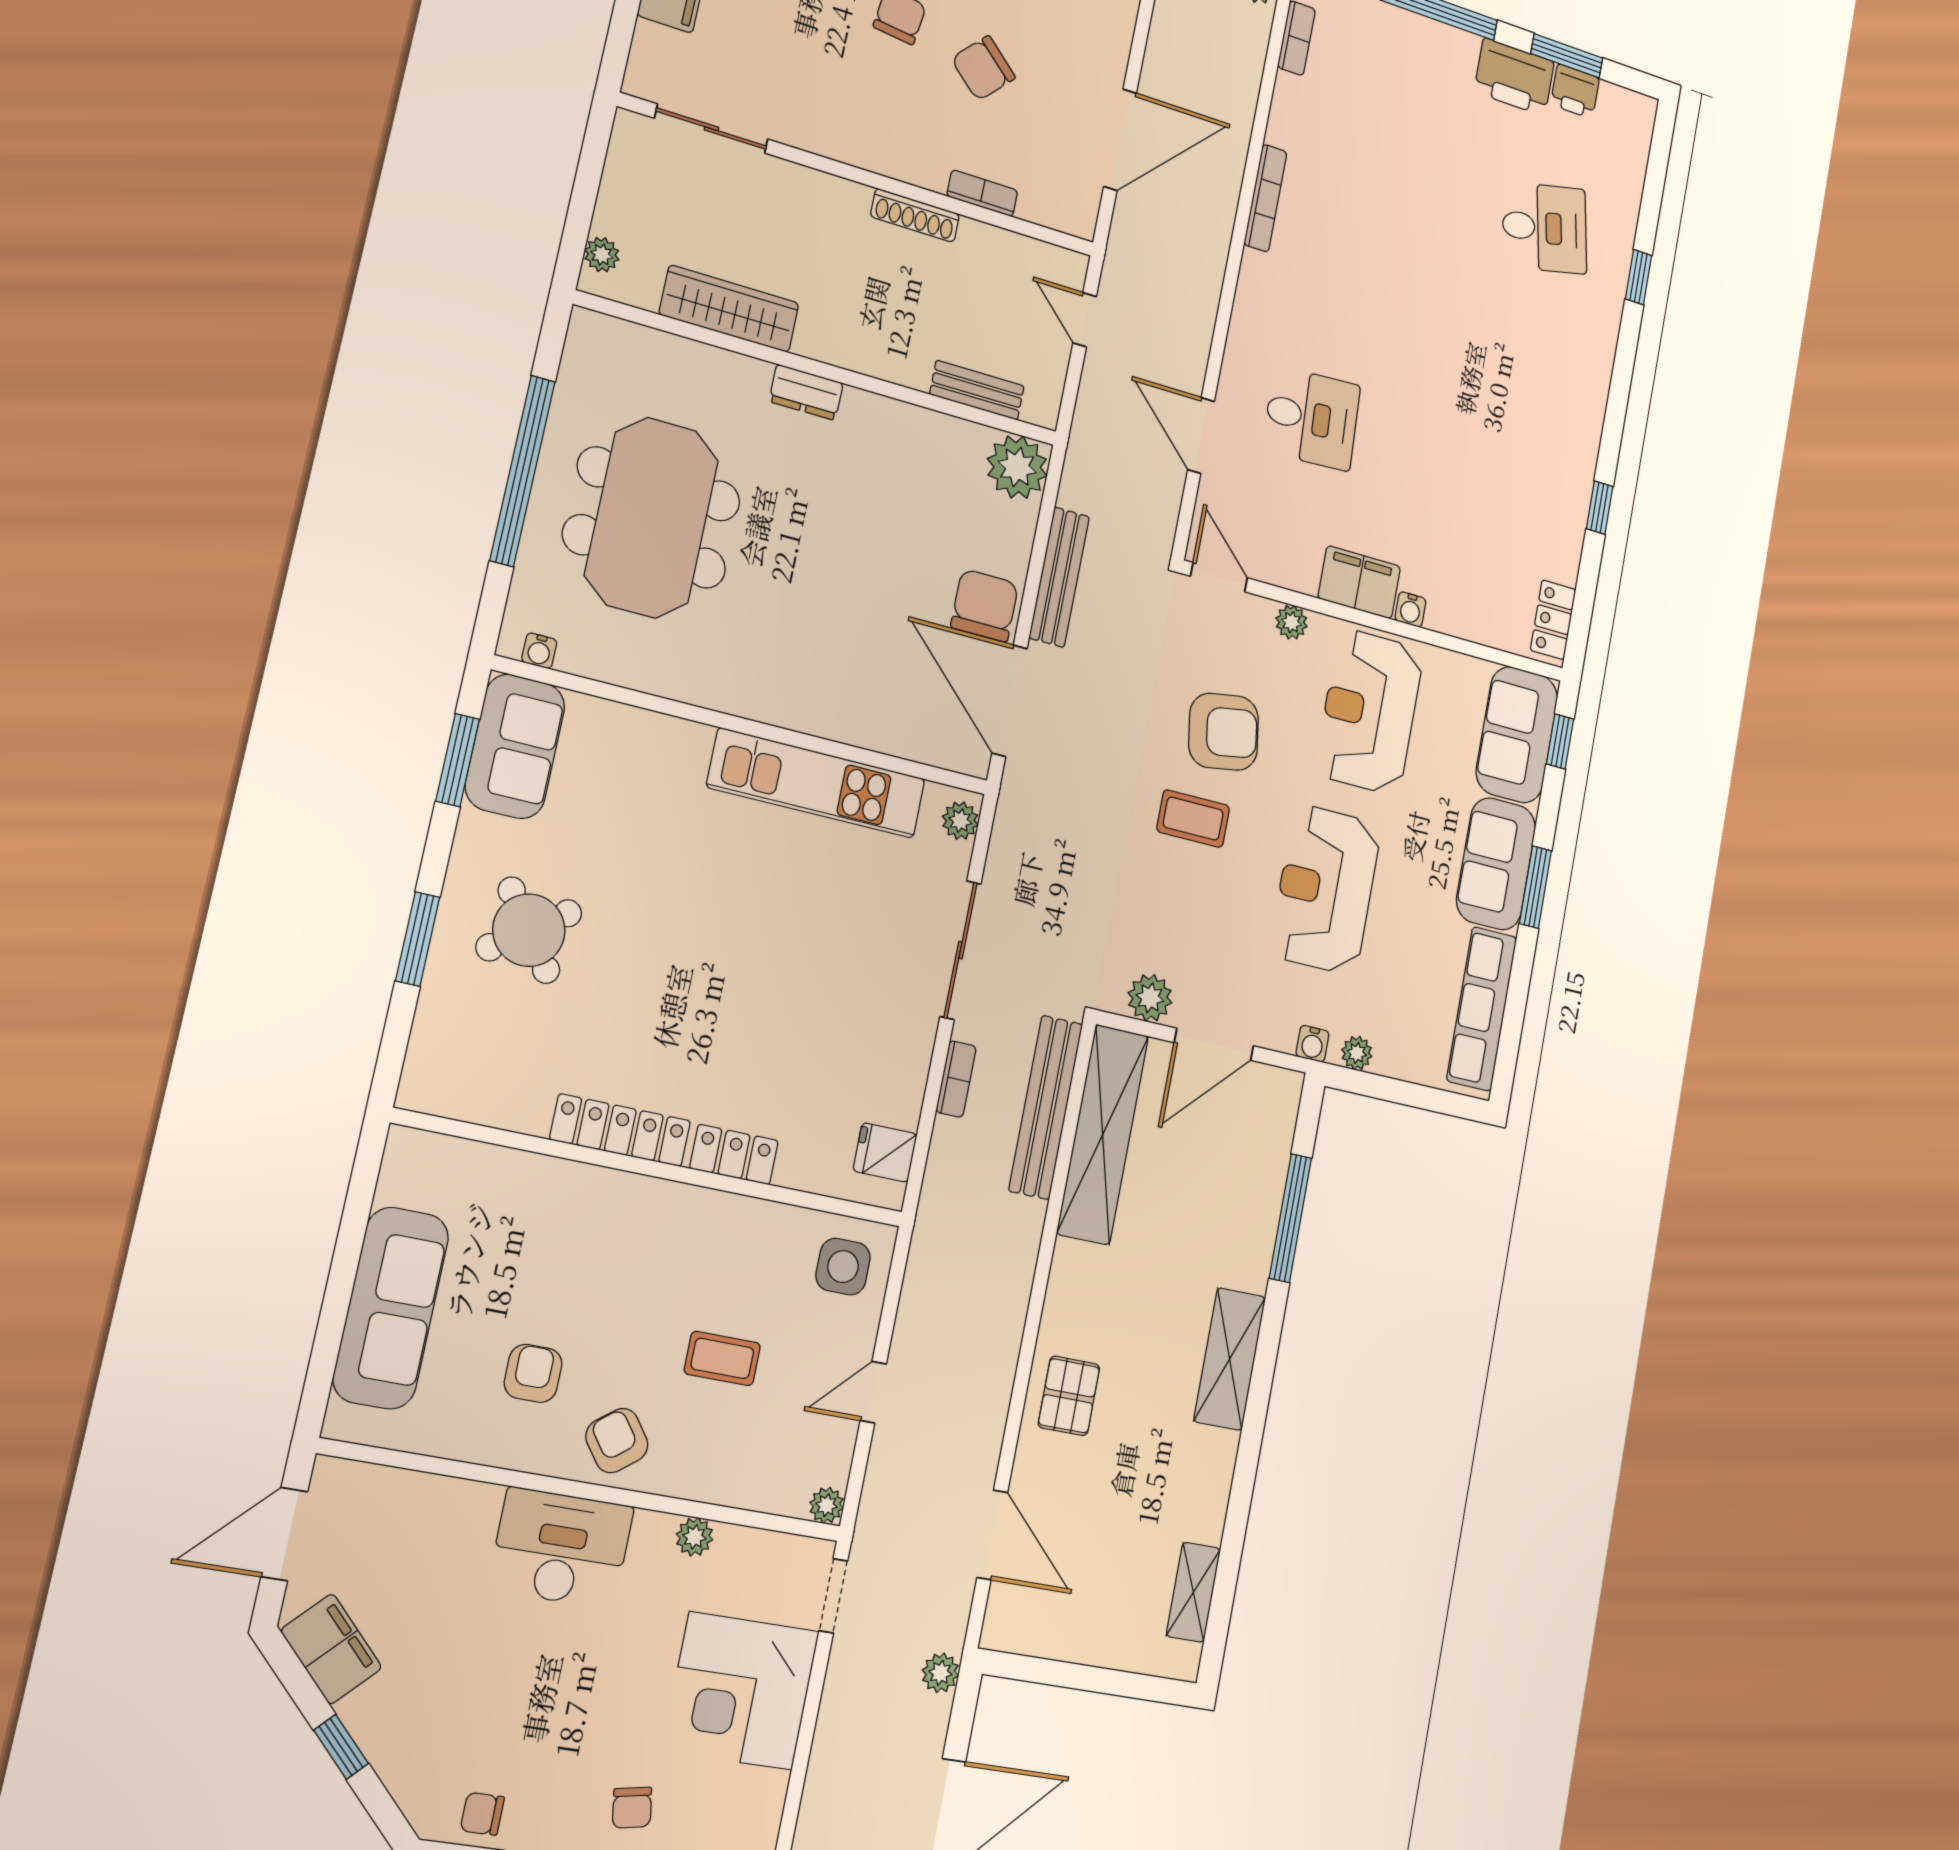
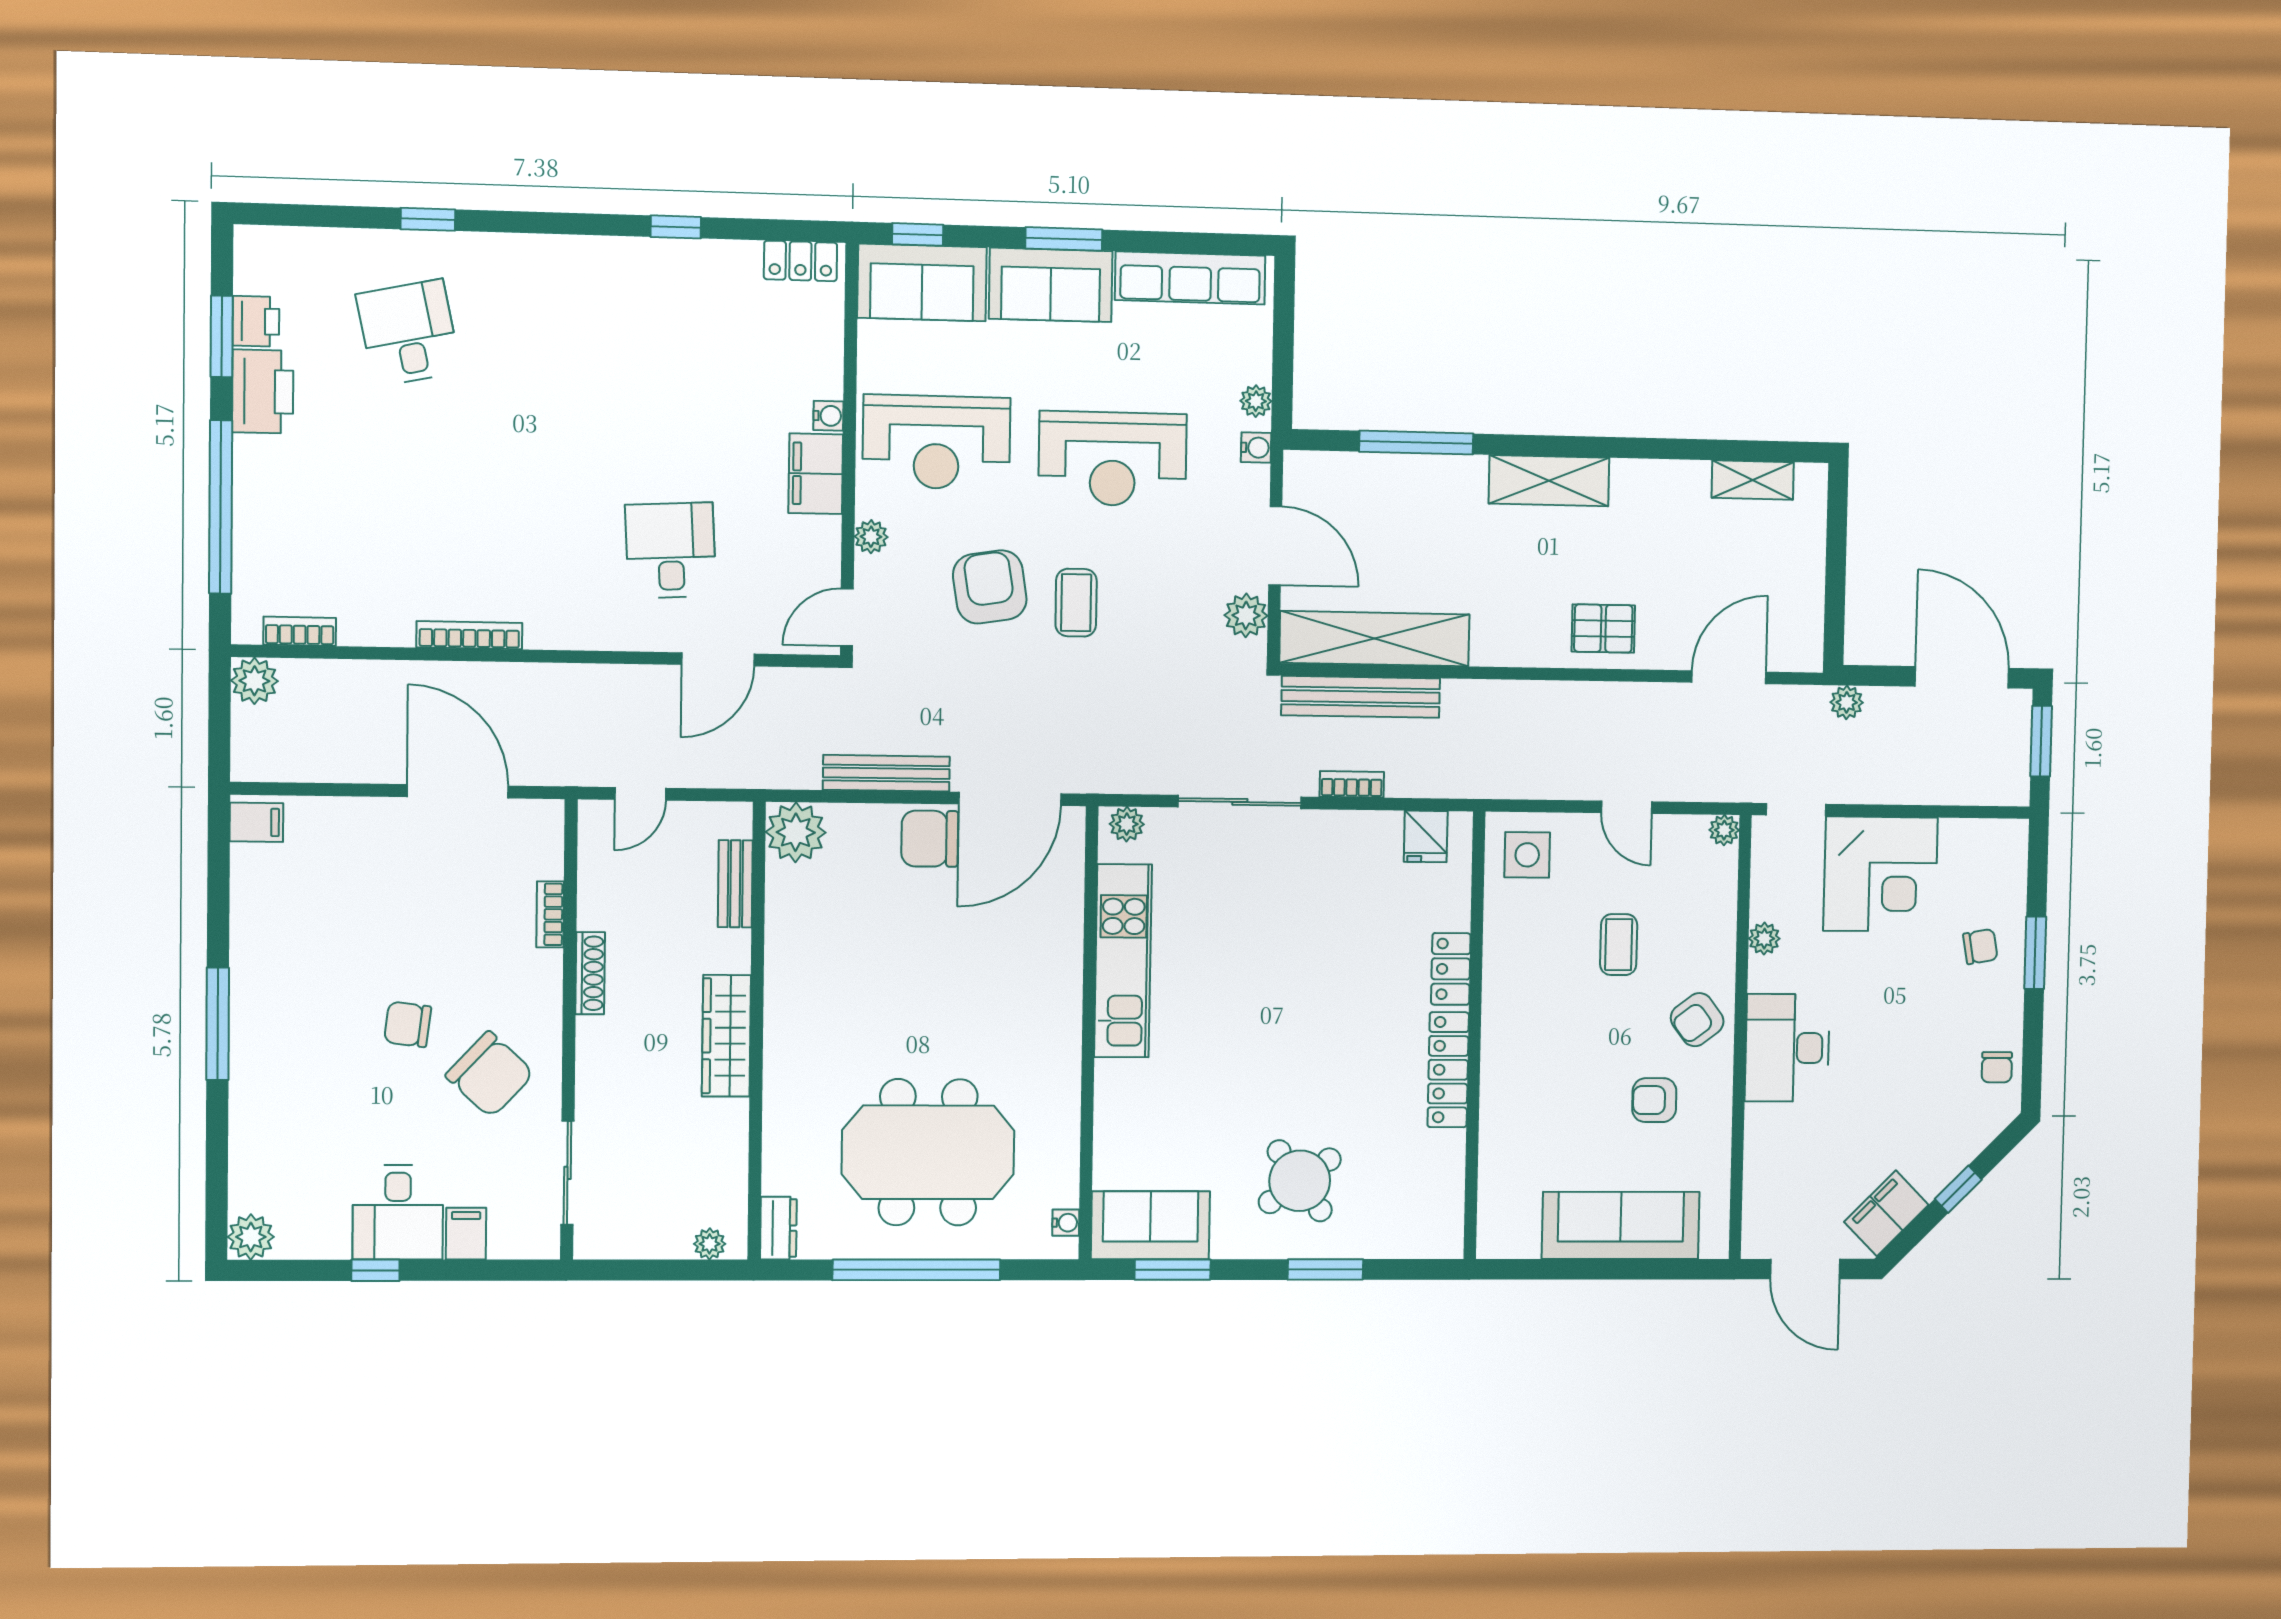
chair: (983, 68) -> (490, 1074), moved, width x1.37, depth x1.37
wardrobe: (729, 309) -> (726, 1036), moved
dresser: (806, 392) -> (778, 1228), moved

